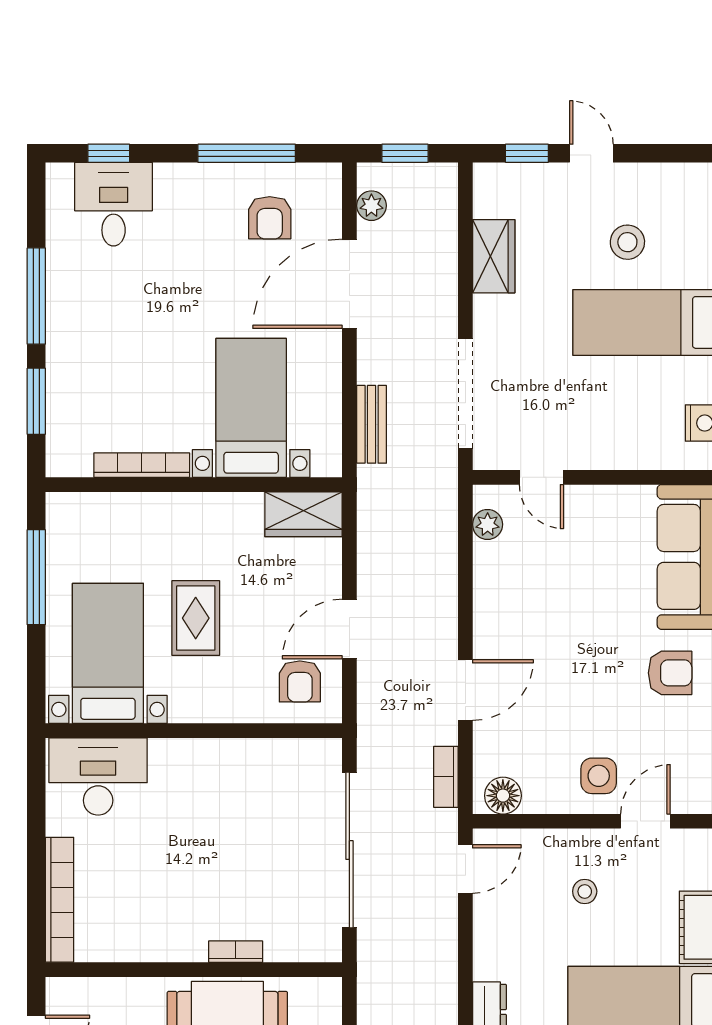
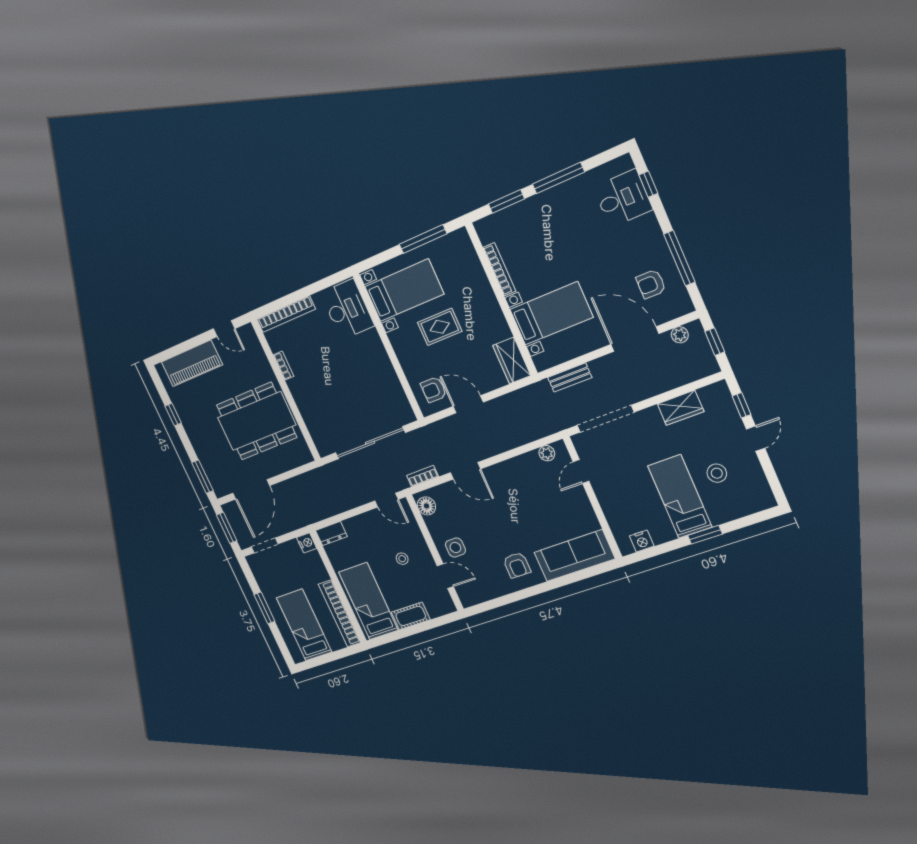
bookcase: (236, 952) -> (284, 366), moved

